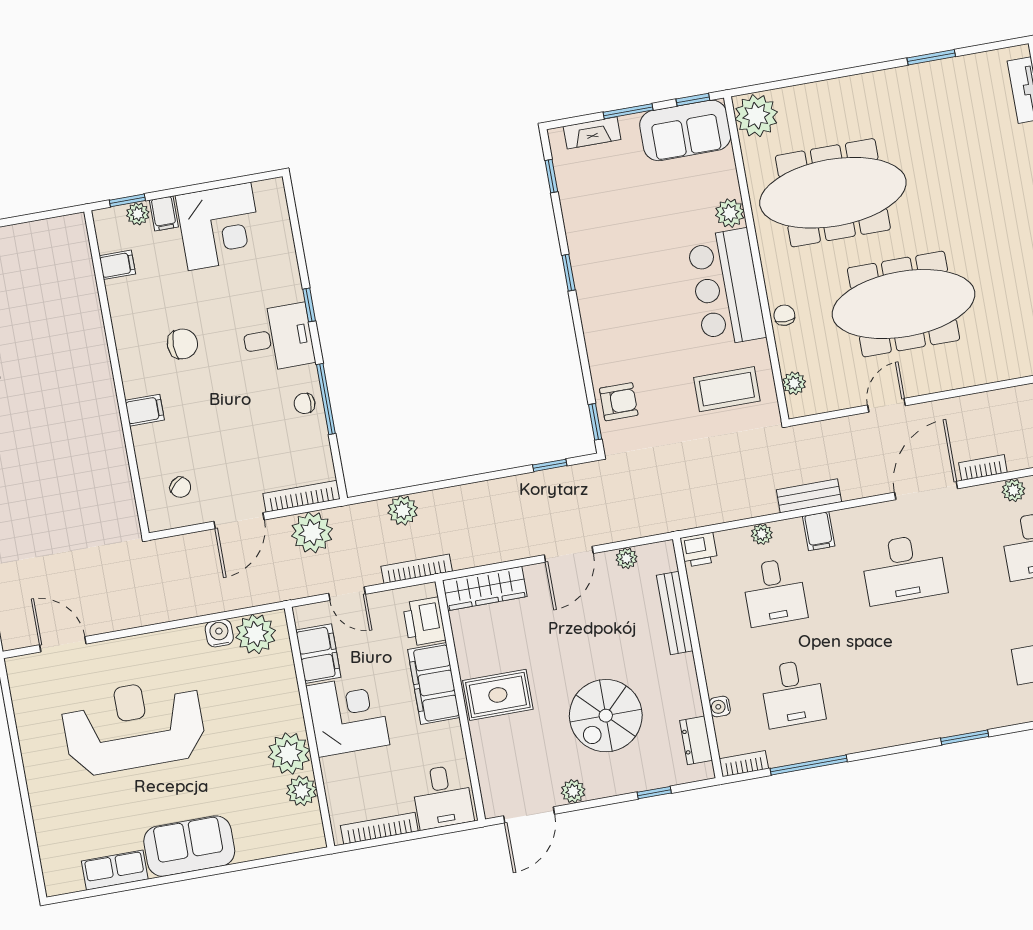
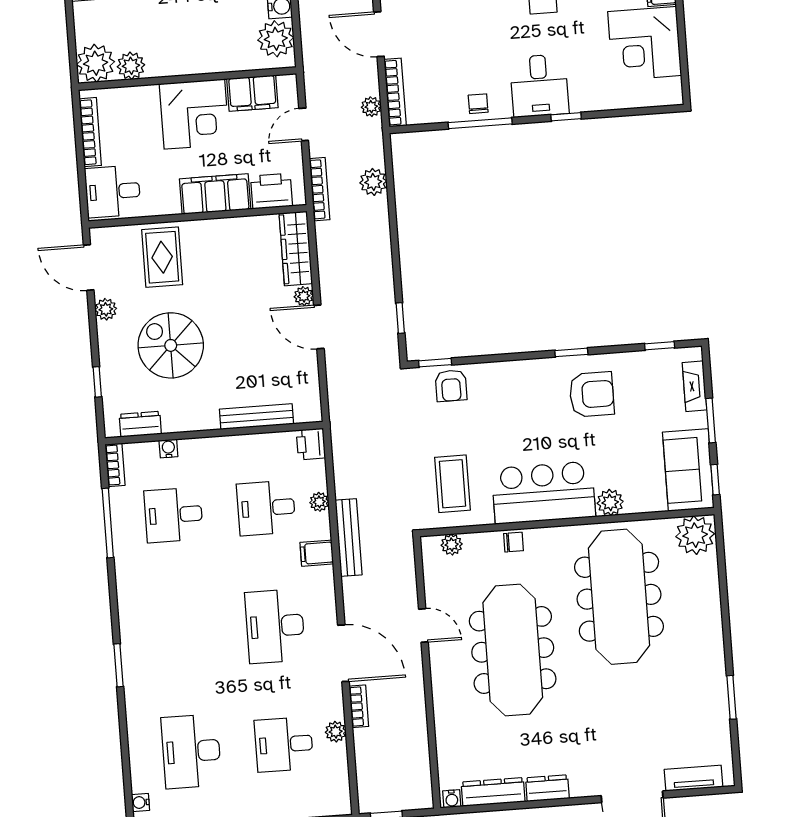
armchair: (613, 245) -> (592, 394), added
bench: (809, 496) -> (348, 538), width x1.36
plant: (312, 532) -> (371, 107), width x0.53, depth x0.53
plant: (627, 558) -> (304, 296), moved
rug: (498, 695) -> (162, 257), moved
plant: (289, 753) -> (96, 63), moved

